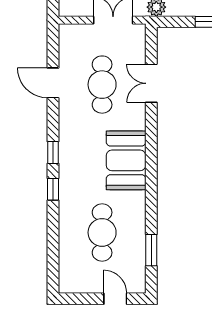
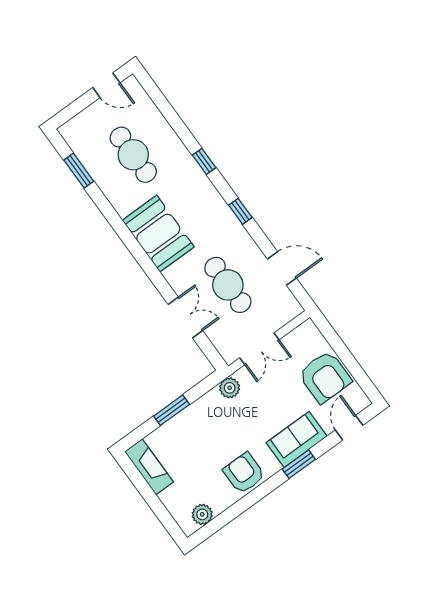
door: (53, 83) -> (282, 268), moved
window: (53, 153) -> (240, 211), moved
door: (115, 299) -> (106, 85), moved

